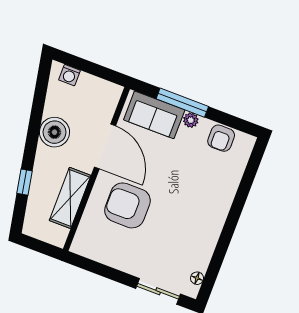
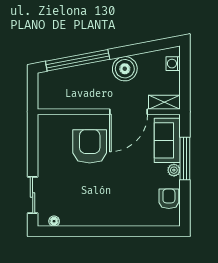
armchair: (221, 138) -> (169, 199), turned 90
window: (25, 182) -> (78, 60), width x3.17
shelving: (70, 198) -> (164, 102), moved, width x0.67, depth x0.75

